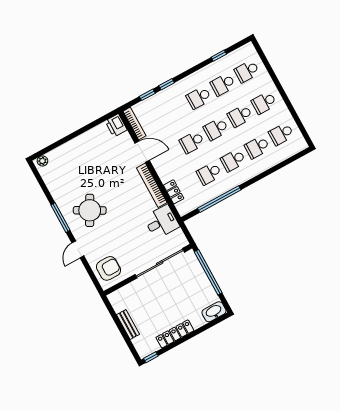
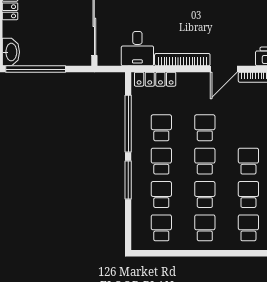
window: (260, 177) -> (128, 180), added
locker: (174, 192) -> (155, 79), width x1.53
window: (208, 272) -> (36, 69), moved

